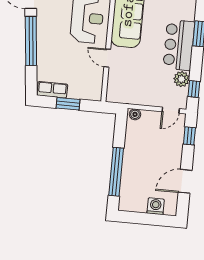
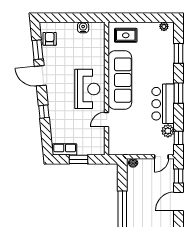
window: (31, 41) -> (44, 112), width x0.32
door: (107, 58) -> (107, 120), hinge flipped
door: (185, 181) -> (179, 202), moved

